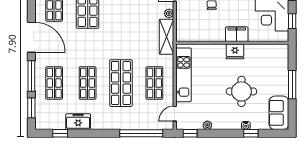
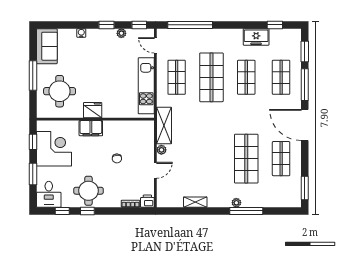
round table: (241, 91) -> (60, 91), moved
door: (175, 114) -> (155, 45), swing flipped
window: (251, 133) -> (107, 25), moved

